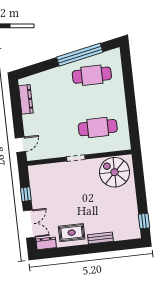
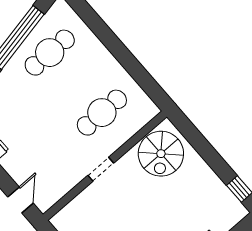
spiral stairs: (115, 172) -> (161, 154), turned -90

